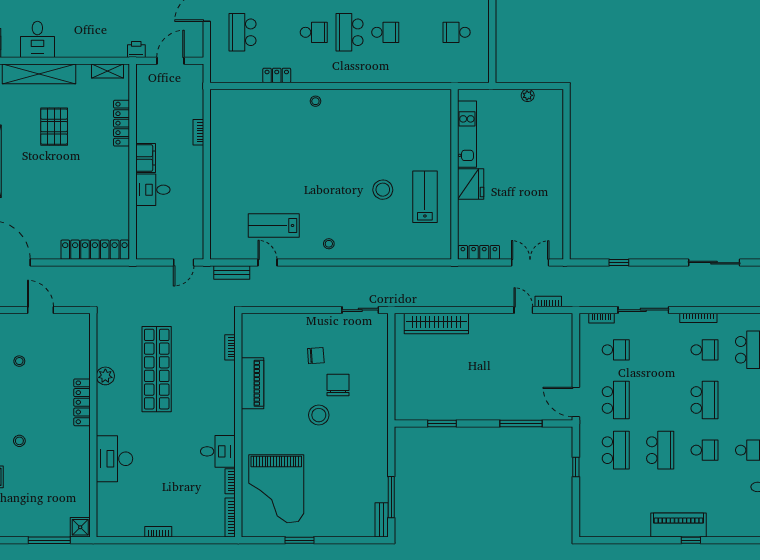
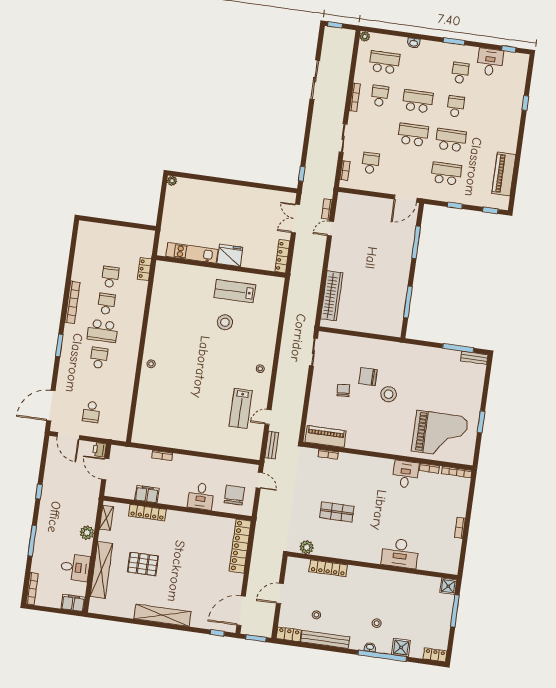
school desk: (242, 32) -> (91, 412), width x0.54
school desk: (457, 32) -> (110, 277), moved, turned 180
plant: (85, 48) -> (87, 533), added
printer: (136, 50) -> (99, 450), moved
locker: (277, 75) -> (144, 269), moved
plant: (528, 95) -> (172, 181), moved
filing cabinet: (146, 158) -> (147, 494), moved
chair: (160, 233) -> (234, 495), added
window: (619, 263) -> (302, 174), moved
sliding door: (643, 310) -> (343, 138), width x0.73
shop shelf: (157, 369) -> (337, 512), width x0.50, depth x0.74
plant: (105, 376) -> (307, 547), moved
piano: (253, 383) -> (326, 436), moved
school desk: (616, 400) -> (413, 135), moved
locker: (82, 402) -> (328, 568), moved
window: (442, 423) -> (408, 302), width x1.44
window: (576, 514) -> (490, 210), added
piano: (679, 525) -> (504, 174), moved
window: (691, 540) -> (525, 103), moved

